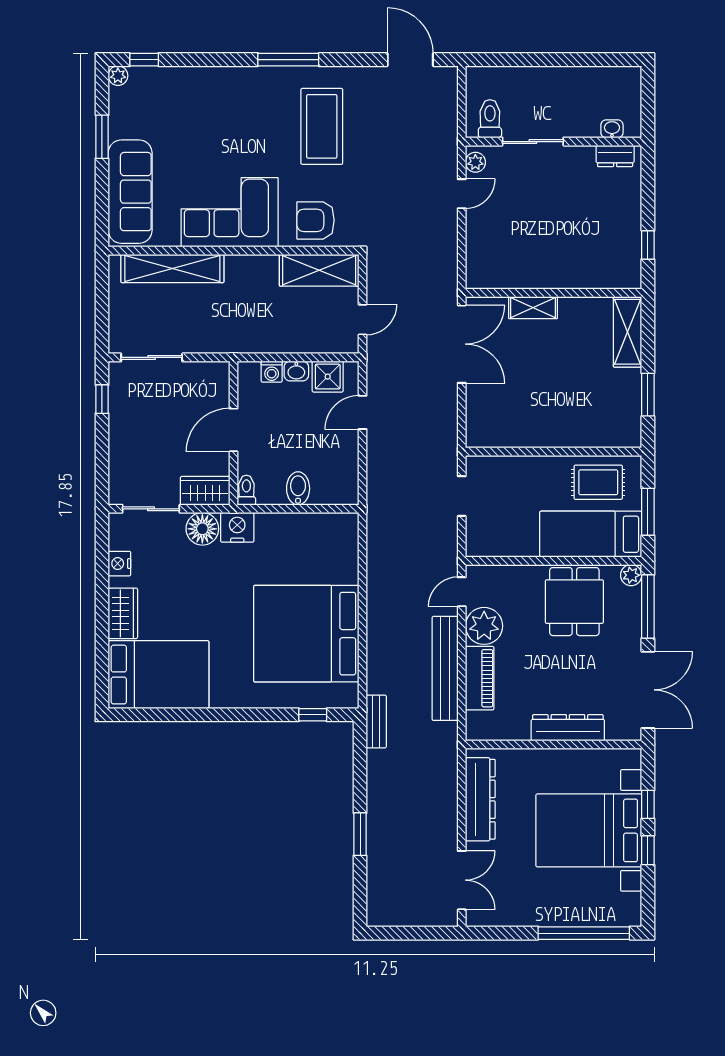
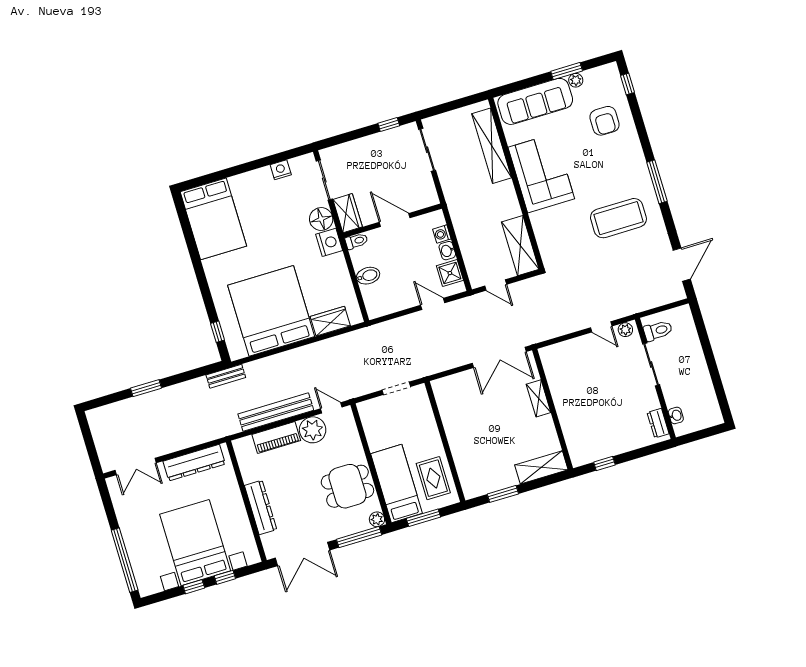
plant: (118, 76) -> (576, 80), moved
armchair: (316, 220) -> (605, 121), moved, turned 180
wardrobe: (123, 613) -> (330, 321), moved, turned 180

